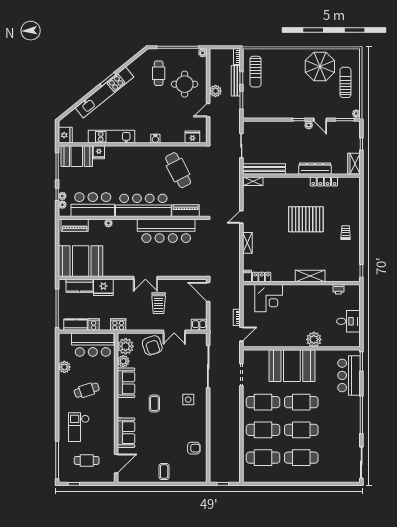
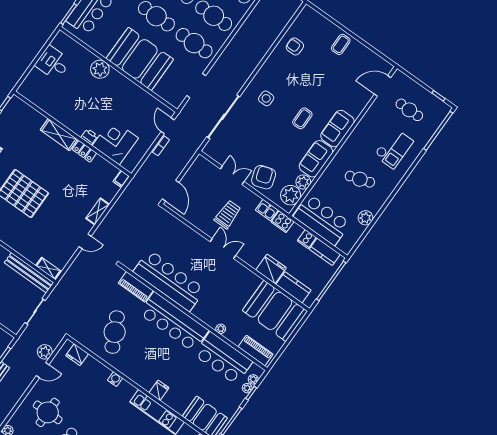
plant: (215, 91) -> (45, 352), moved
fridge: (99, 152) -> (159, 390), moved
locker: (262, 277) -> (84, 151), moved
printer: (338, 289) -> (89, 137), moved
kitchen sink: (199, 325) -> (267, 210), moved
door: (241, 334) -> (168, 126), hinge flipped
sofa: (126, 433) -> (337, 129), moved

